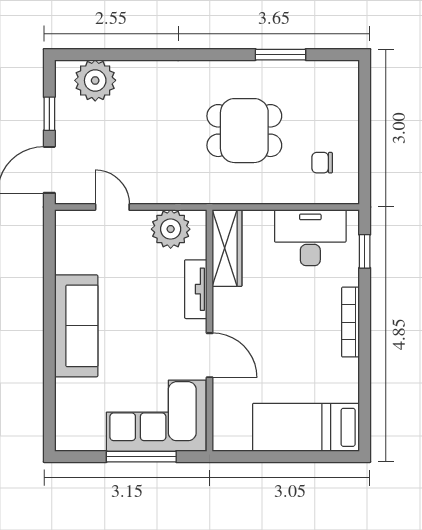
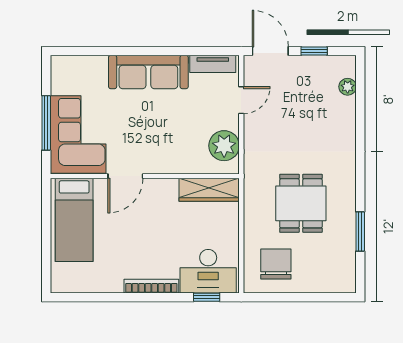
plant: (95, 80) -> (348, 87), width x0.53, depth x0.53
chair: (322, 163) -> (276, 264), width x1.87, depth x1.87
desk: (310, 238) -> (208, 271), moved, turned 90
tv unit: (196, 289) -> (213, 64), moved, turned 180
bed: (306, 427) -> (74, 220), moved, turned 180

